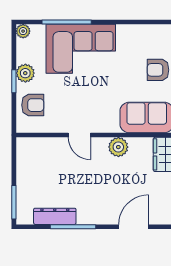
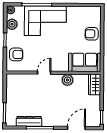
plant: (25, 73) -> (12, 24), moved
door: (79, 135) -> (44, 73), swing flipped

